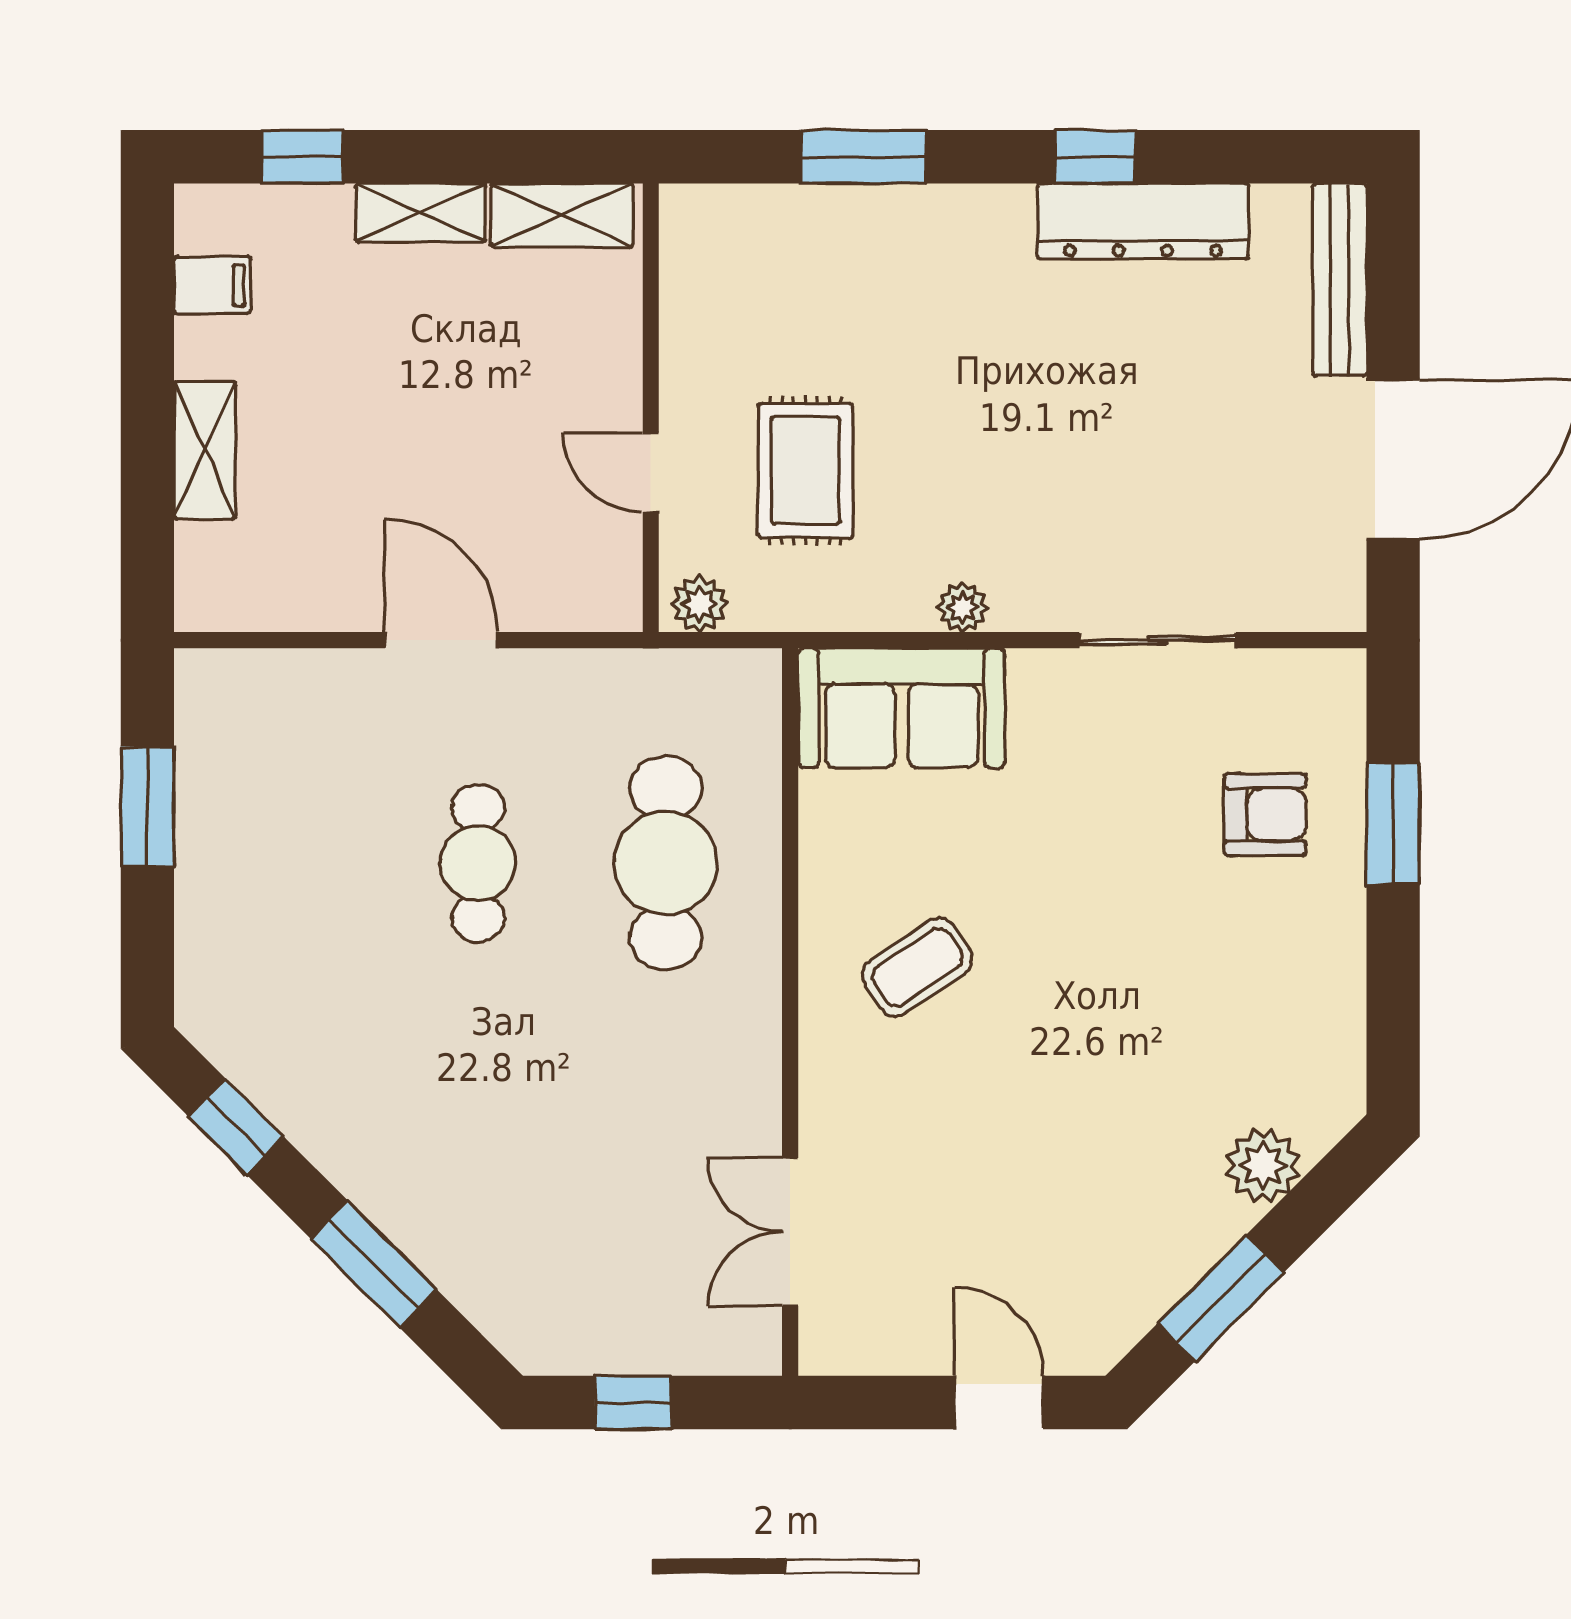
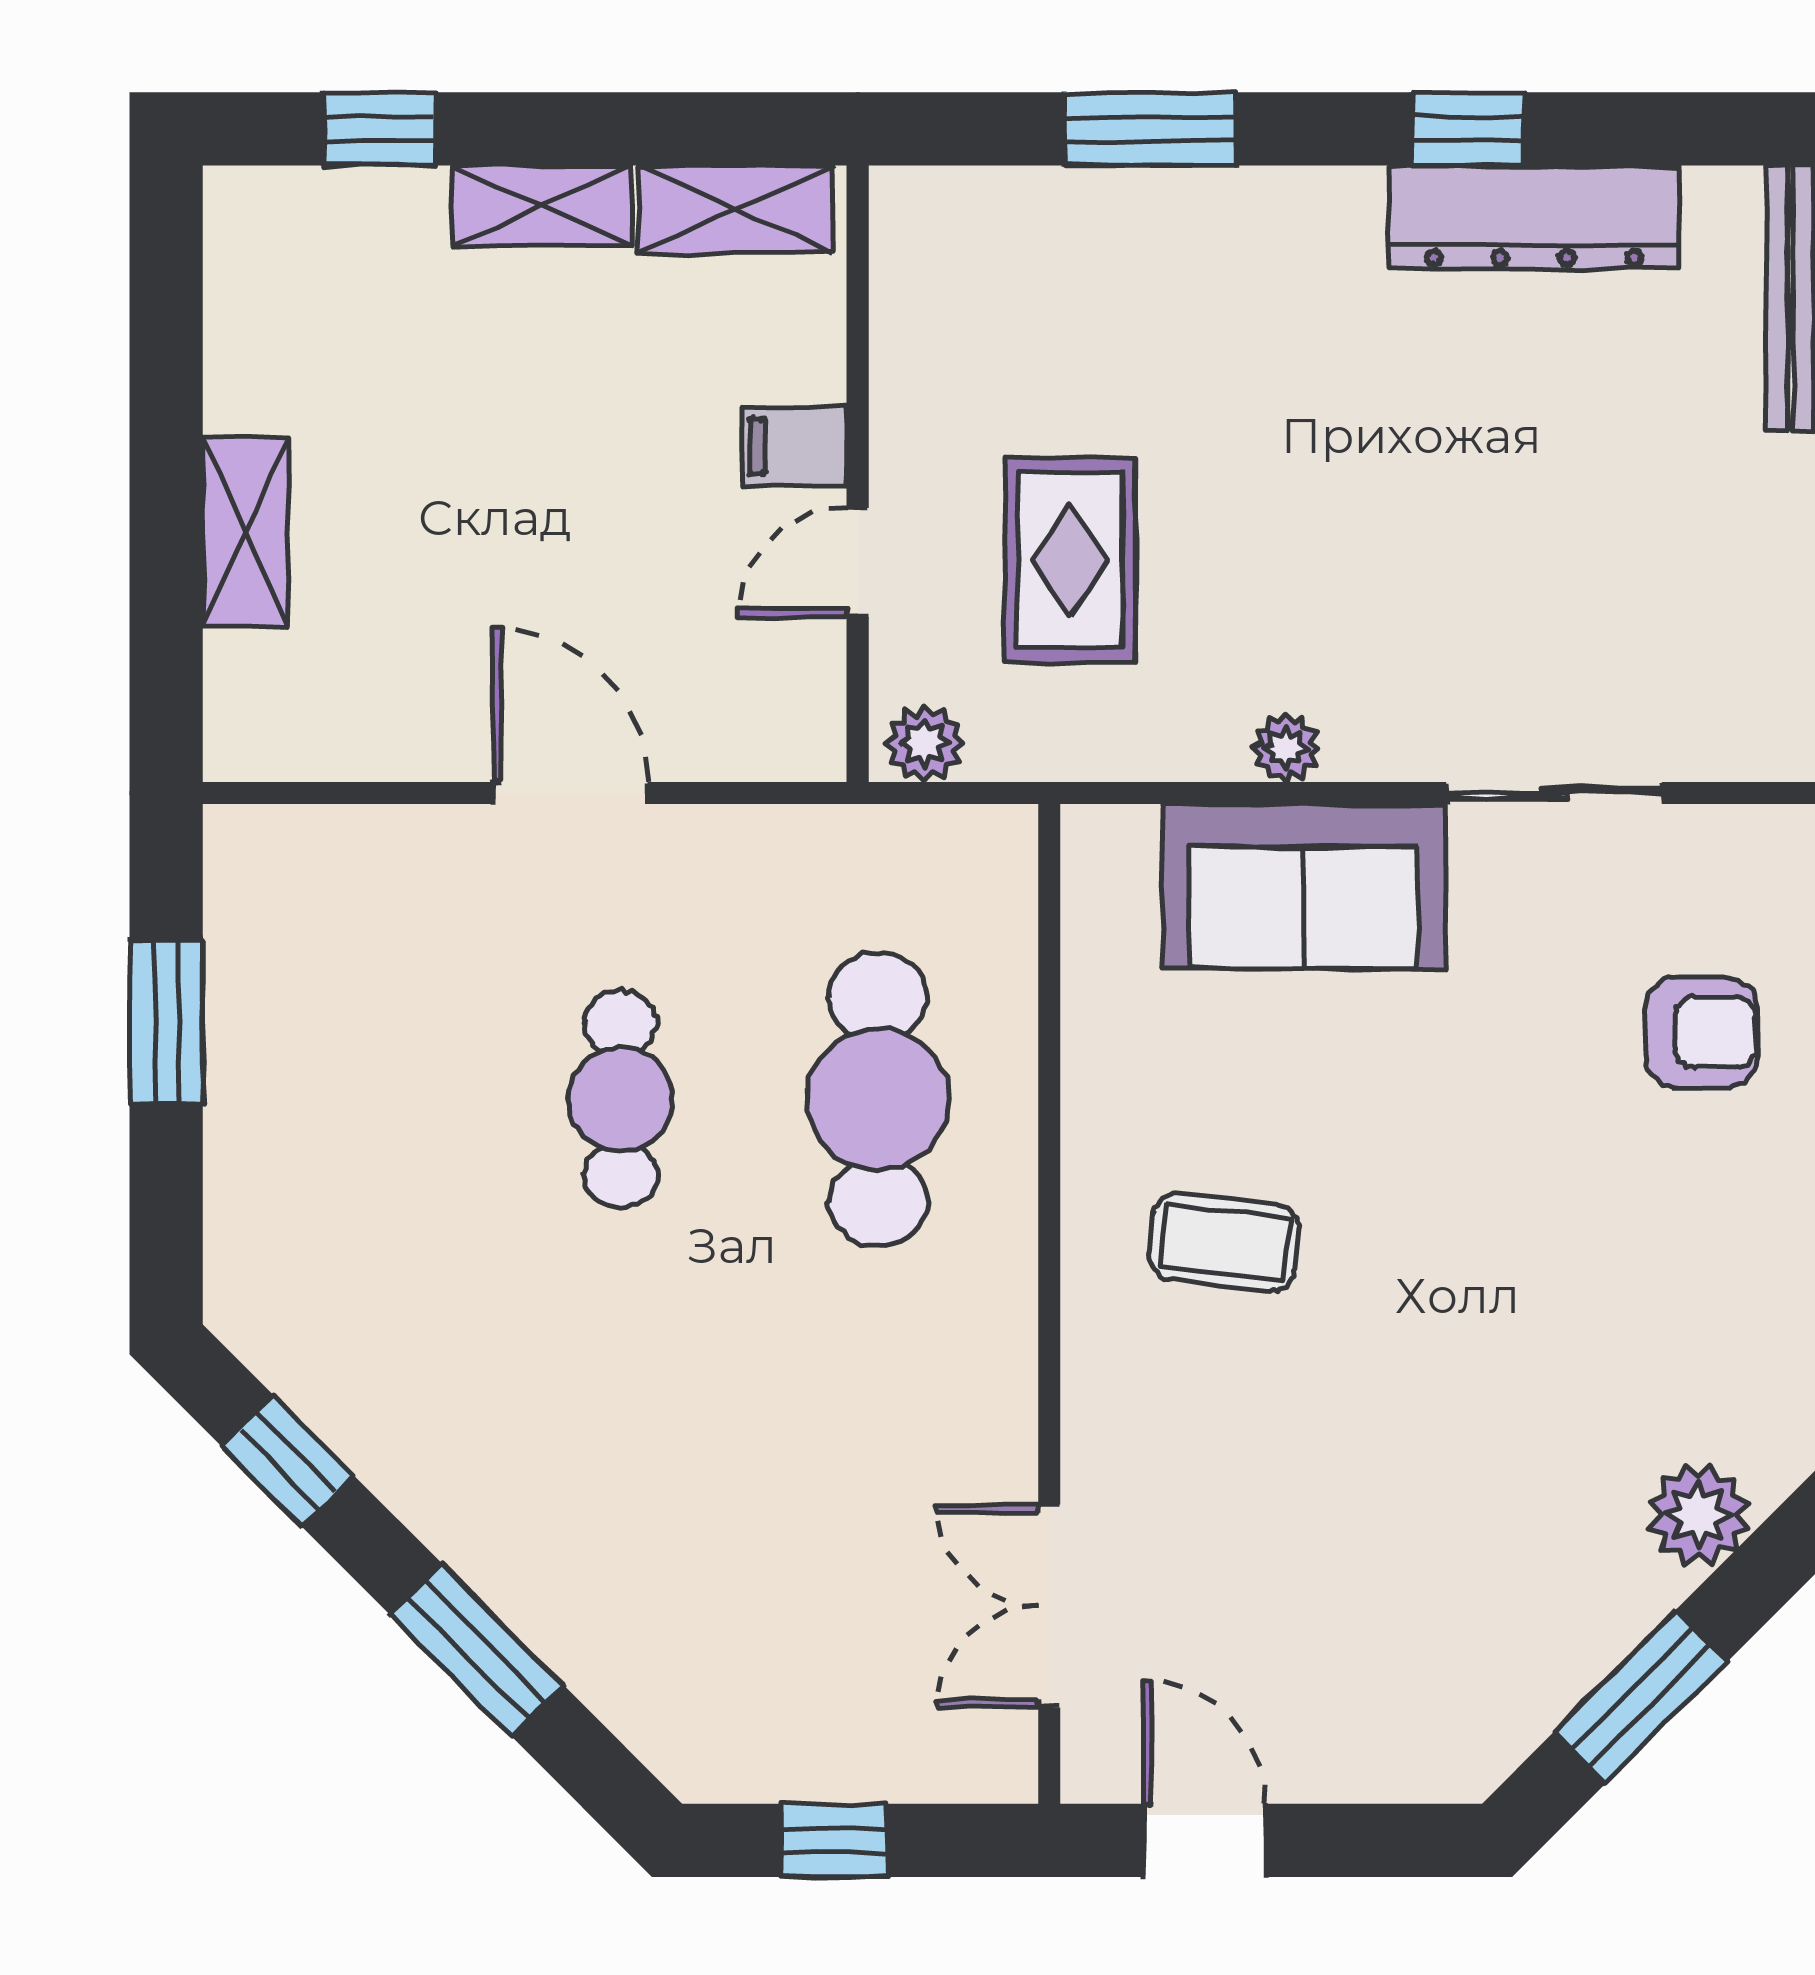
filing cabinet: (212, 285) -> (794, 447), moved, turned 180
door: (651, 472) -> (858, 562), hinge flipped
sofa: (902, 708) -> (1304, 886), moved
coffee table: (917, 967) -> (1224, 1242), turned 41
door: (999, 1403) -> (1205, 1840), moved

